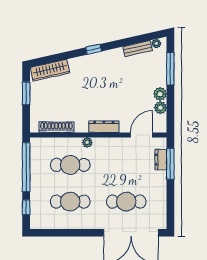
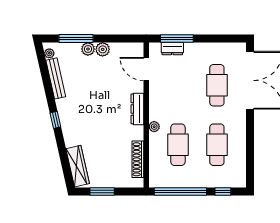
bench: (138, 49) -> (56, 78), width x1.36
plant: (160, 108) -> (88, 49), moved

